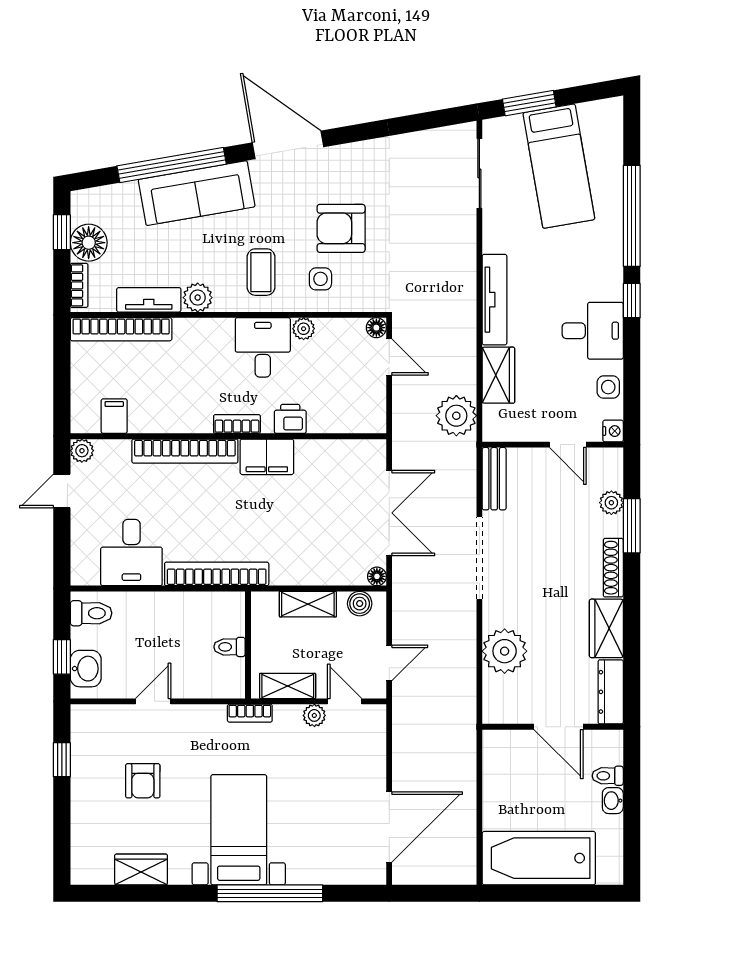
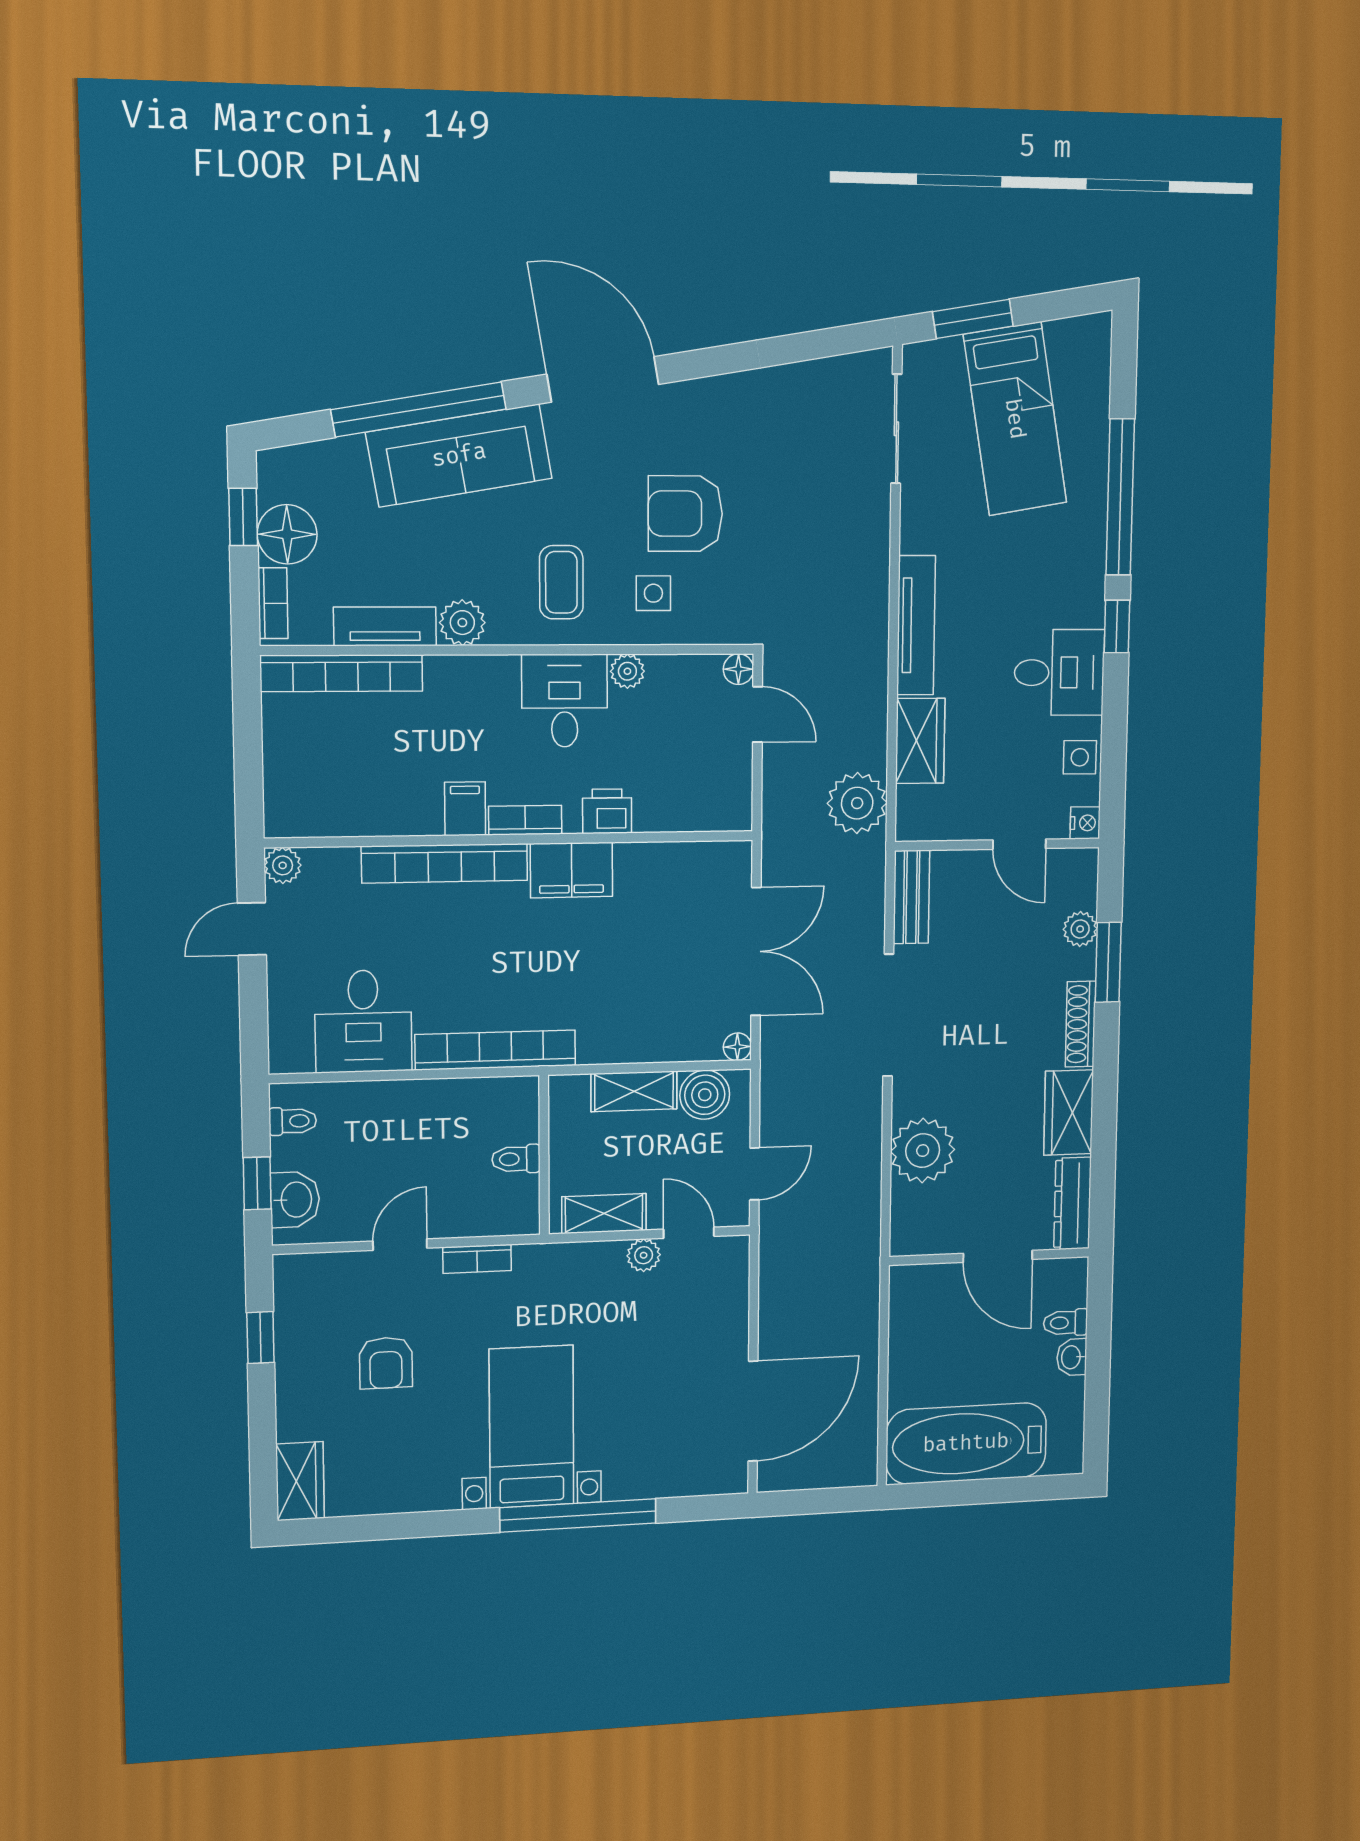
filing cabinet: (114, 416) -> (465, 809), moved
boiler: (360, 604) -> (705, 1095), width x1.36, depth x1.36
toilet: (91, 613) -> (293, 1121), width x0.73, depth x0.72
bookcase: (250, 713) -> (477, 1259), moved
wardrobe: (141, 869) -> (300, 1481), moved, turned 90

